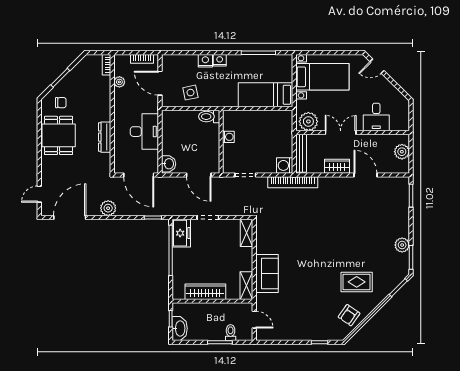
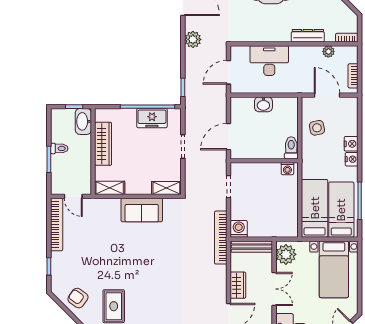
bed: (267, 70) -> (341, 210), added
door: (160, 83) -> (327, 95), hinge flipped
desk: (144, 132) -> (269, 61), moved, turned 180
dresser: (105, 137) -> (308, 36), moved
washing machine: (228, 137) -> (287, 169), moved
washbasin: (169, 164) -> (263, 104), moved
door: (139, 175) -> (228, 72), width x0.73
freezer: (181, 233) -> (152, 118), moved
sofa: (267, 273) -> (142, 210), moved
door: (254, 320) -> (73, 196), hinge flipped
washbasin: (180, 328) -> (83, 121), moved, turned 90
toilet: (231, 333) -> (59, 148), moved
bookcase: (281, 335) -> (57, 225), added

